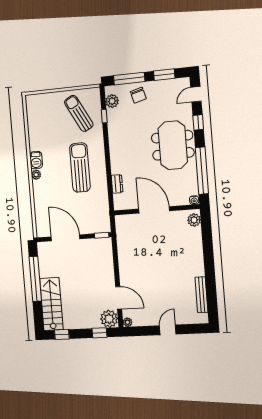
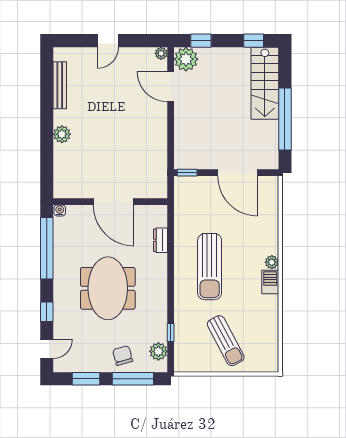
sun lounger: (79, 113) -> (226, 341), moved
meeting table: (173, 145) -> (108, 288), moved
plant: (194, 220) -> (62, 134), moved

